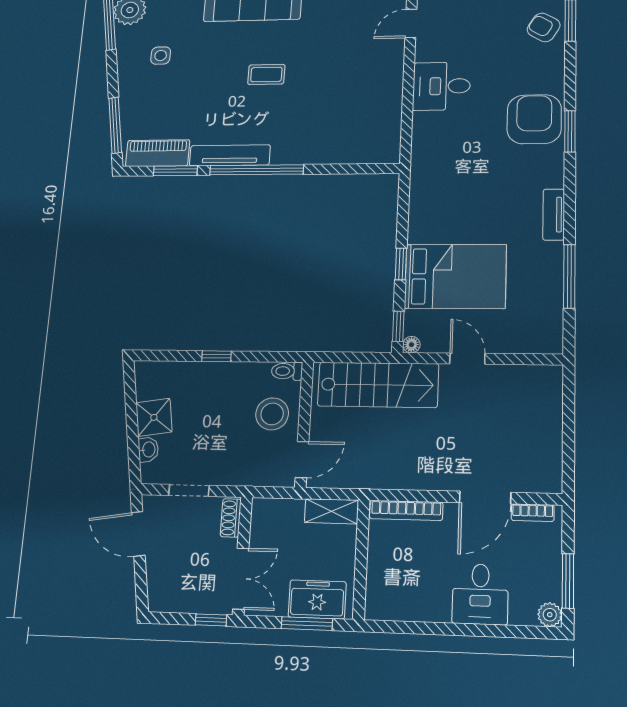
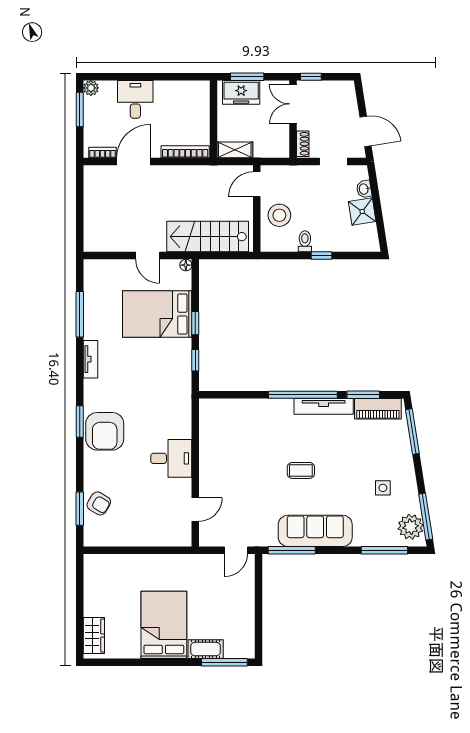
window: (398, 326) -> (195, 360), moved
toilet: (287, 371) -> (305, 241), moved, turned -90

